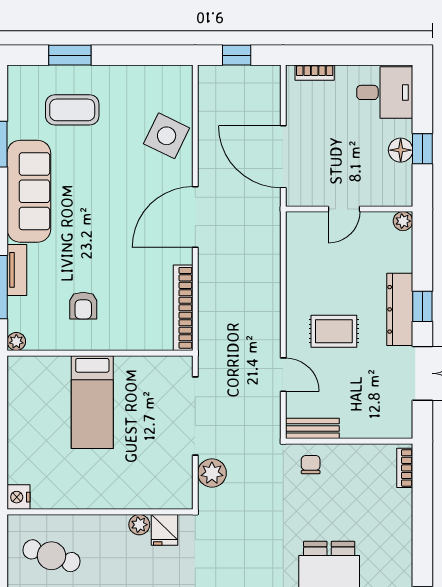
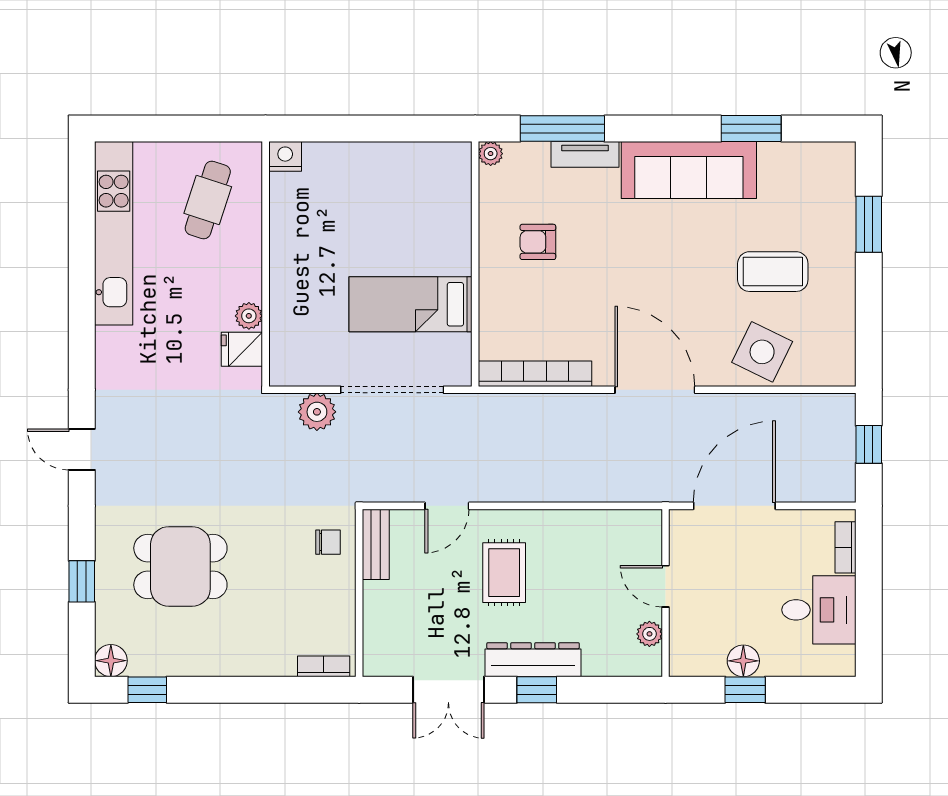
desk: (385, 92) -> (819, 610), moved, turned -90
coffee table: (72, 110) -> (773, 272), moved, turned 90
plant: (403, 221) -> (649, 634), moved
bed: (92, 402) -> (411, 304), moved

